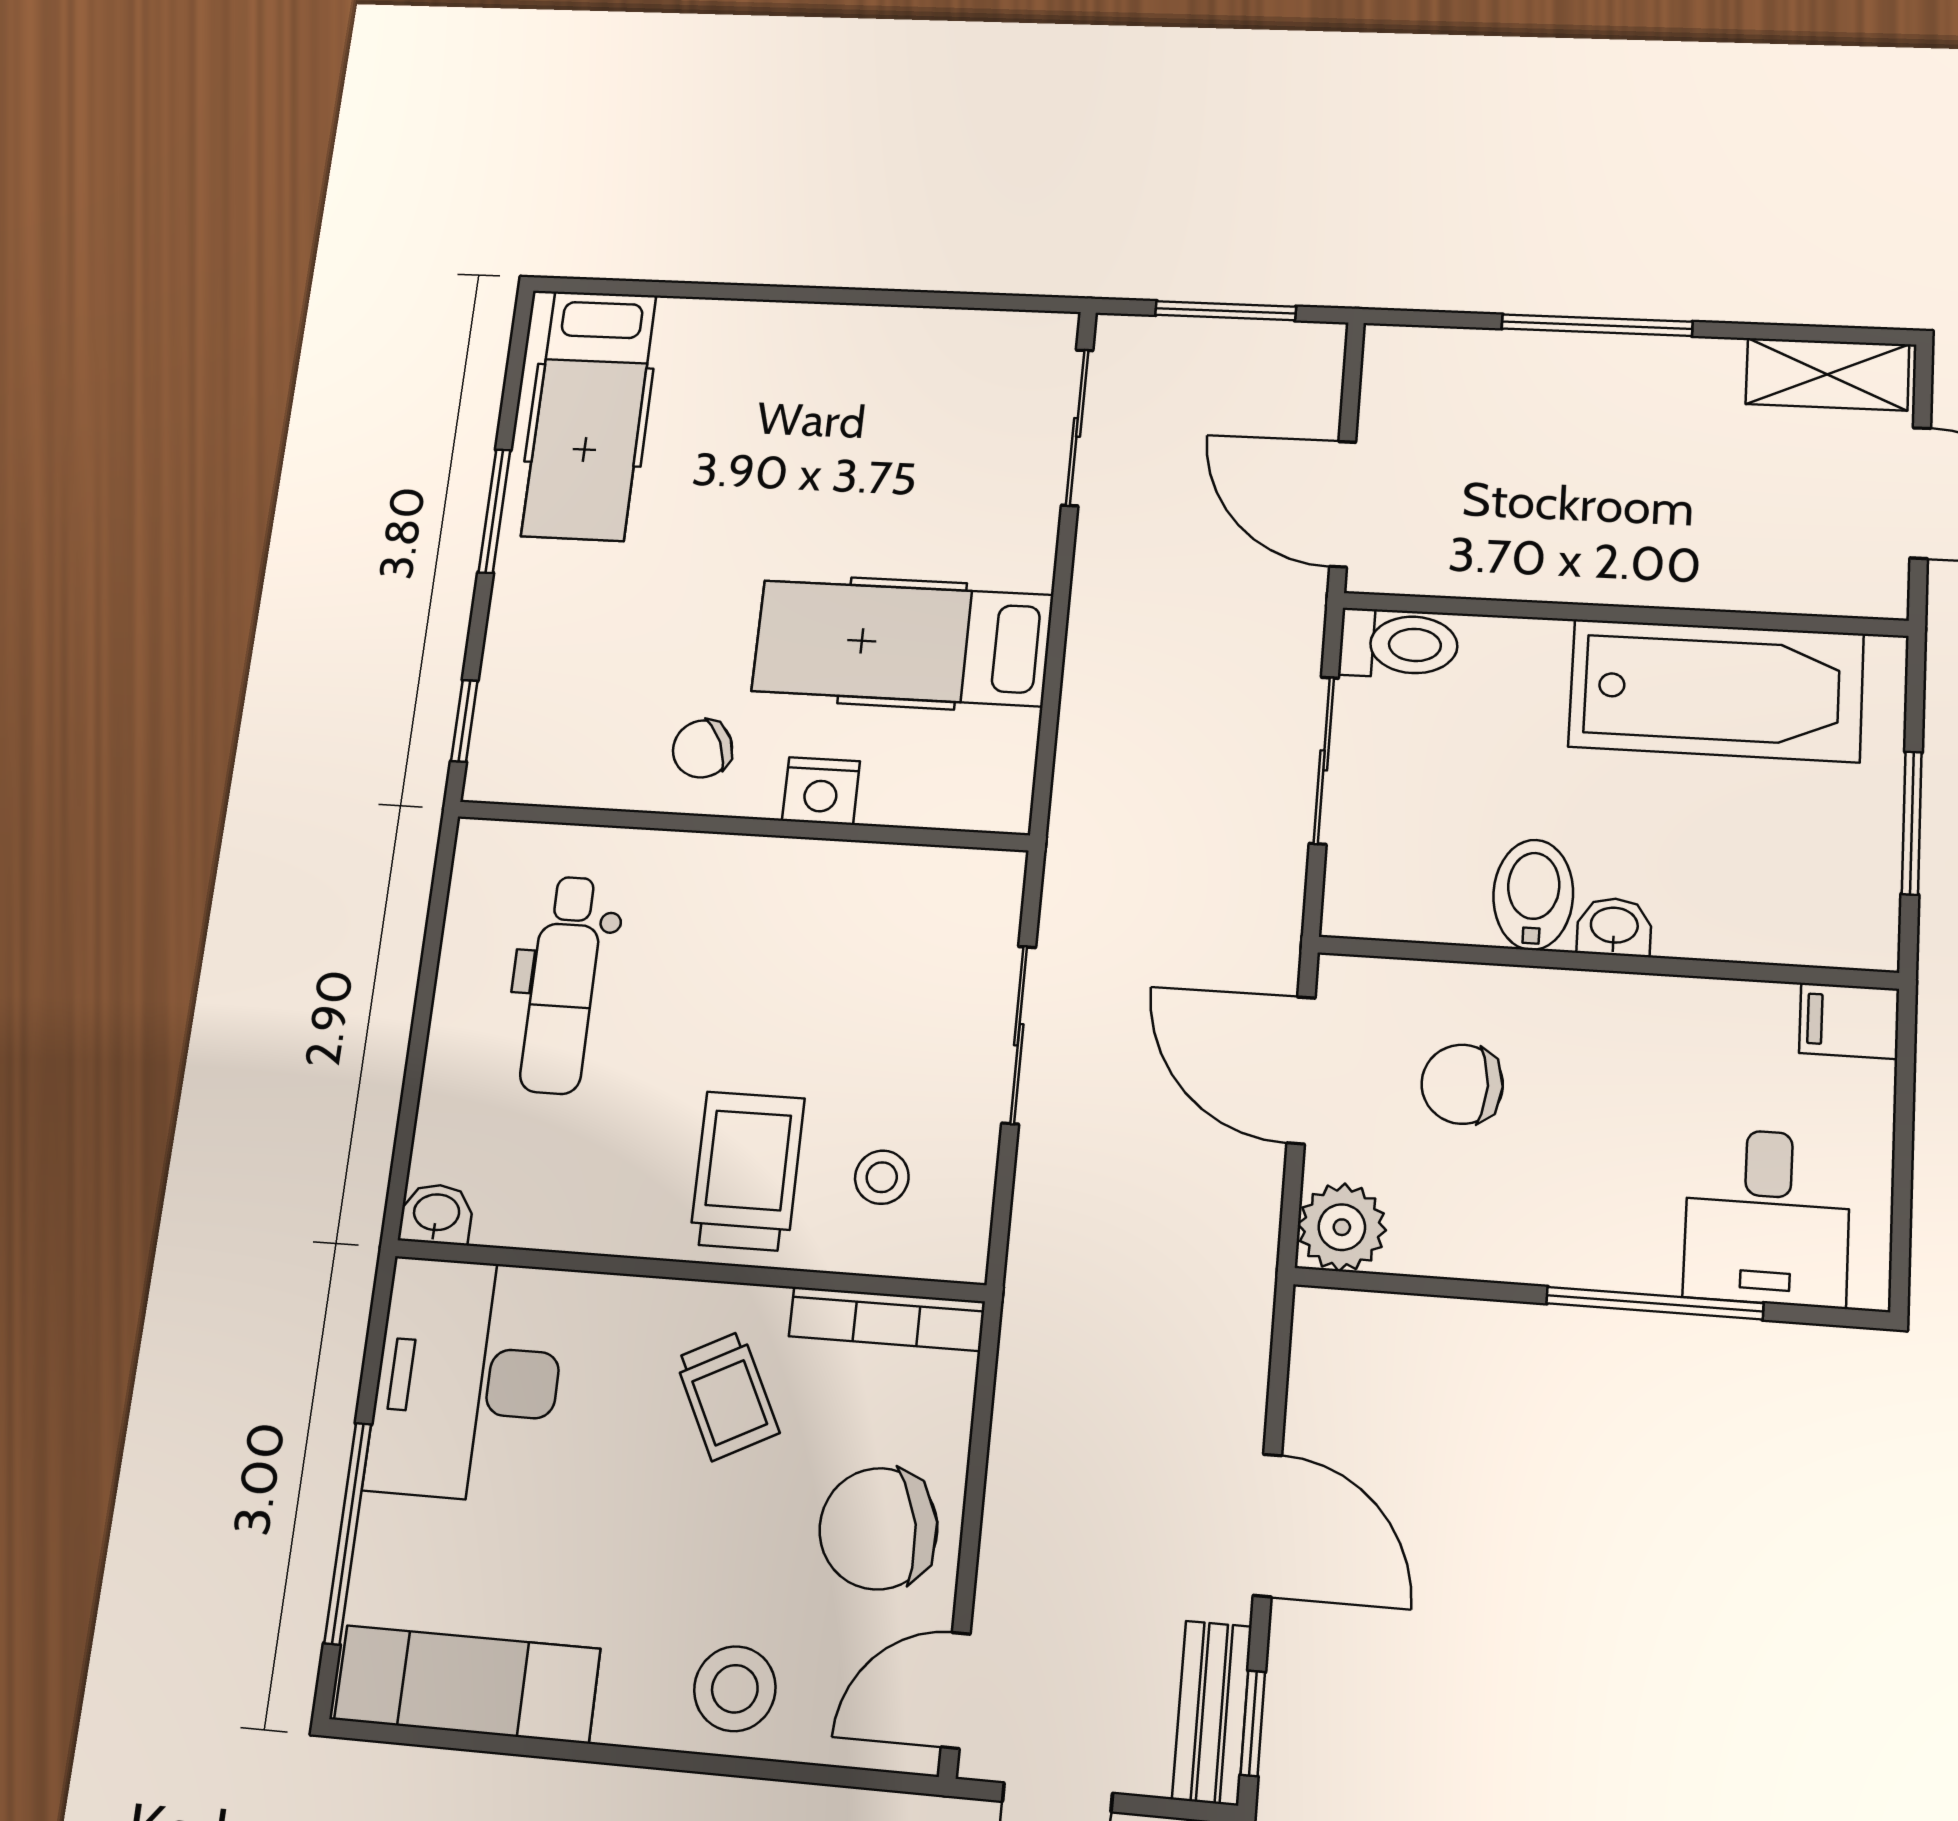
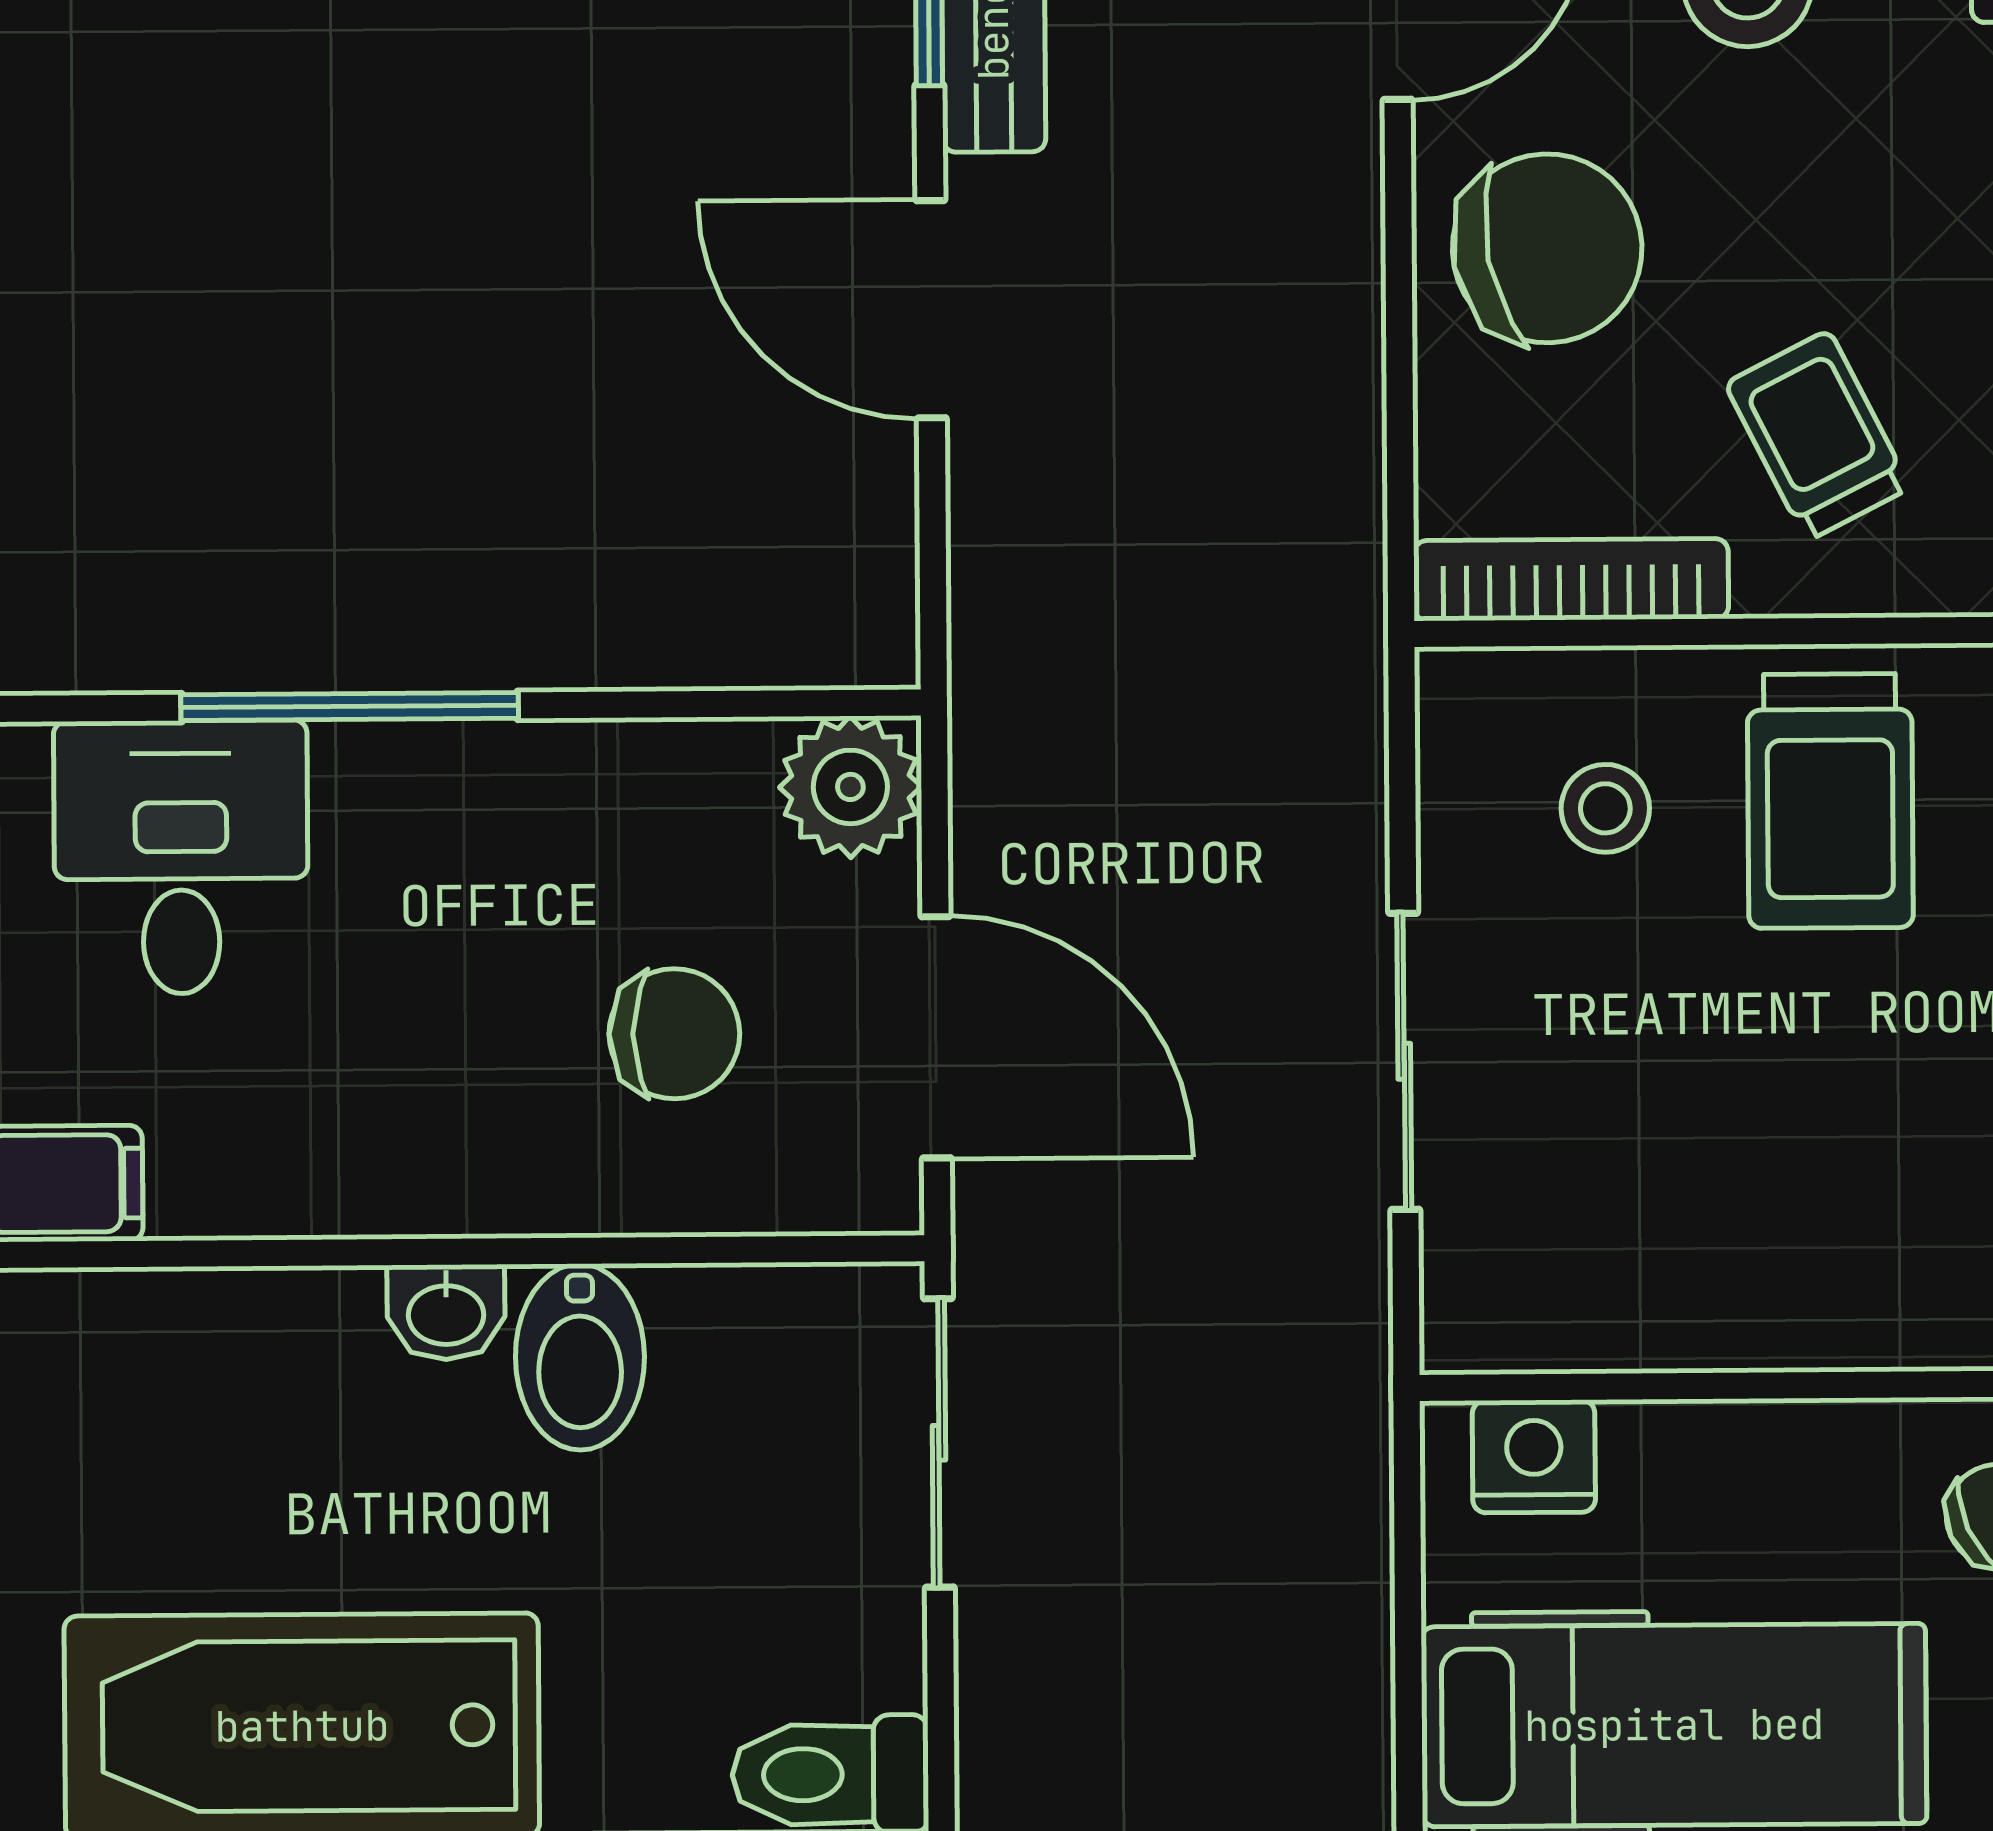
sliding door: (1324, 760) -> (939, 1443), moved
nightstand: (821, 791) -> (1534, 1456), moved

